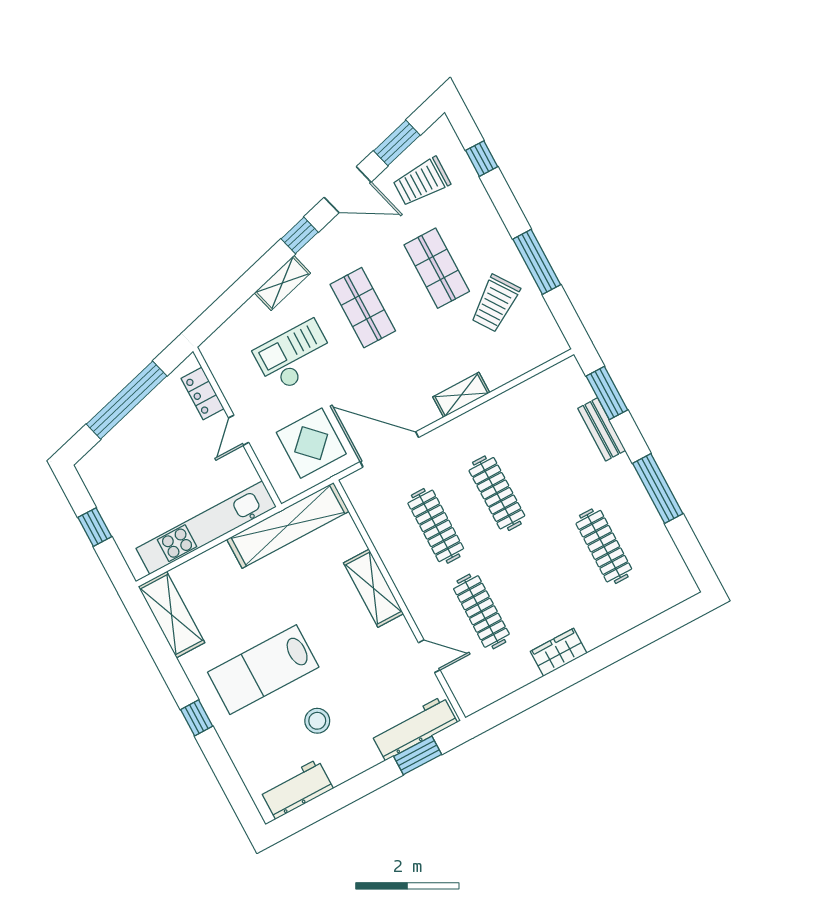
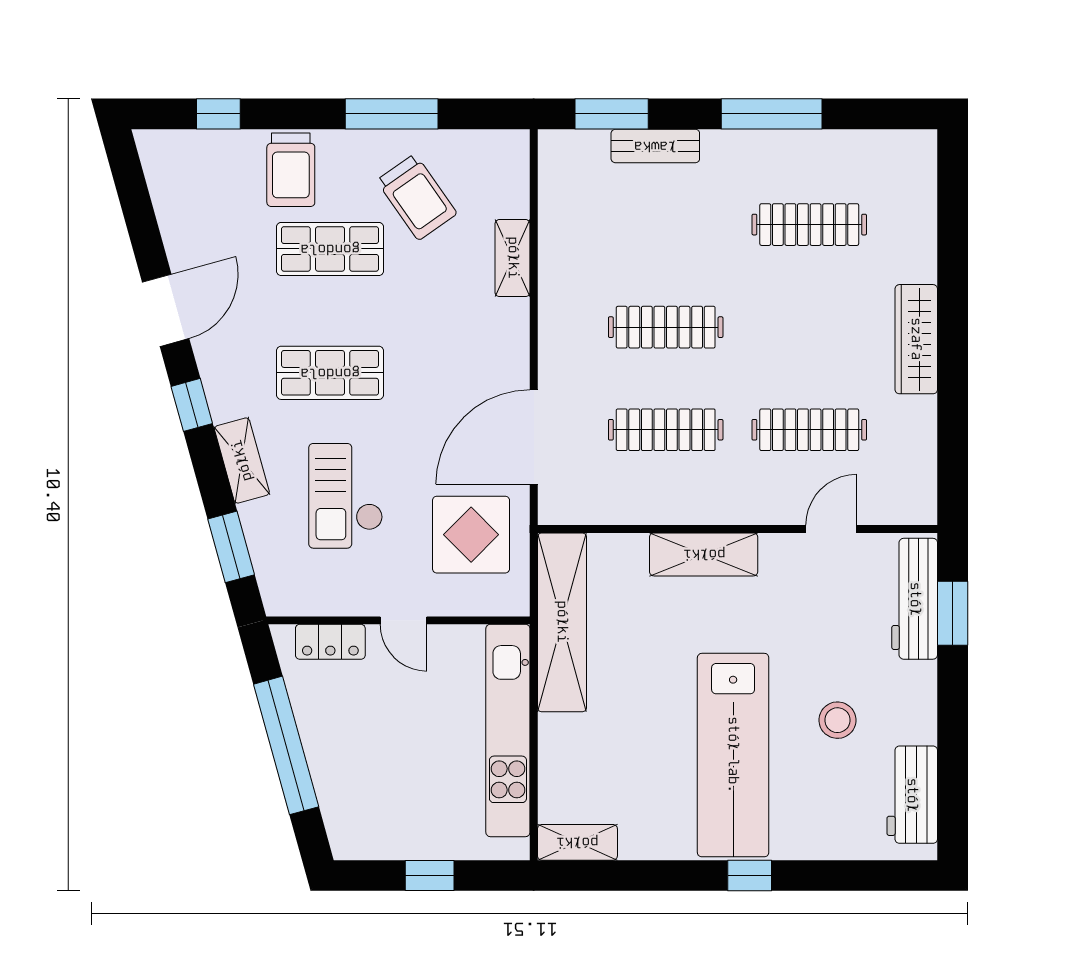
window: (397, 143) -> (231, 547), moved
trolley: (422, 182) -> (291, 170), moved
shelving: (461, 395) -> (513, 258), moved
shelving: (171, 615) -> (577, 842), width x0.67, depth x0.75
wardrobe: (559, 652) -> (916, 339), width x1.50
lab bench: (263, 670) -> (733, 755), width x1.36

